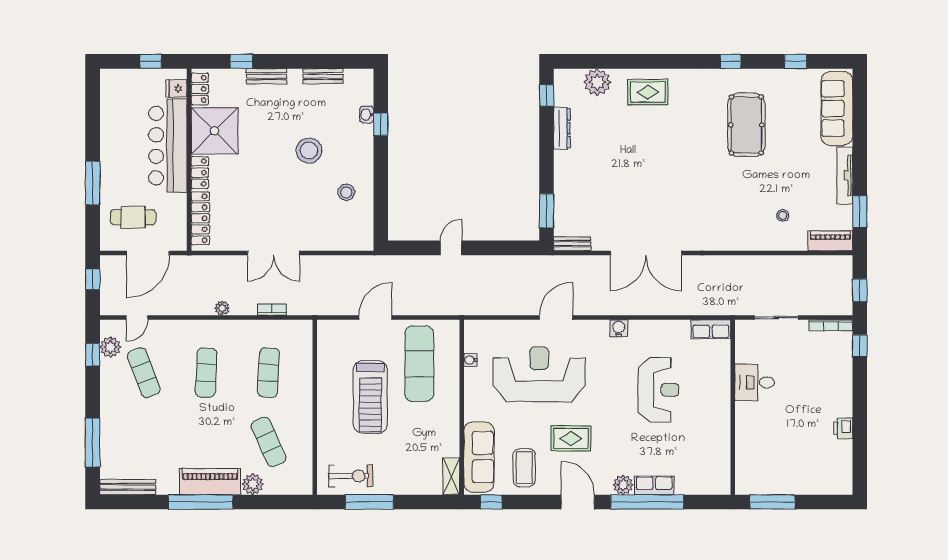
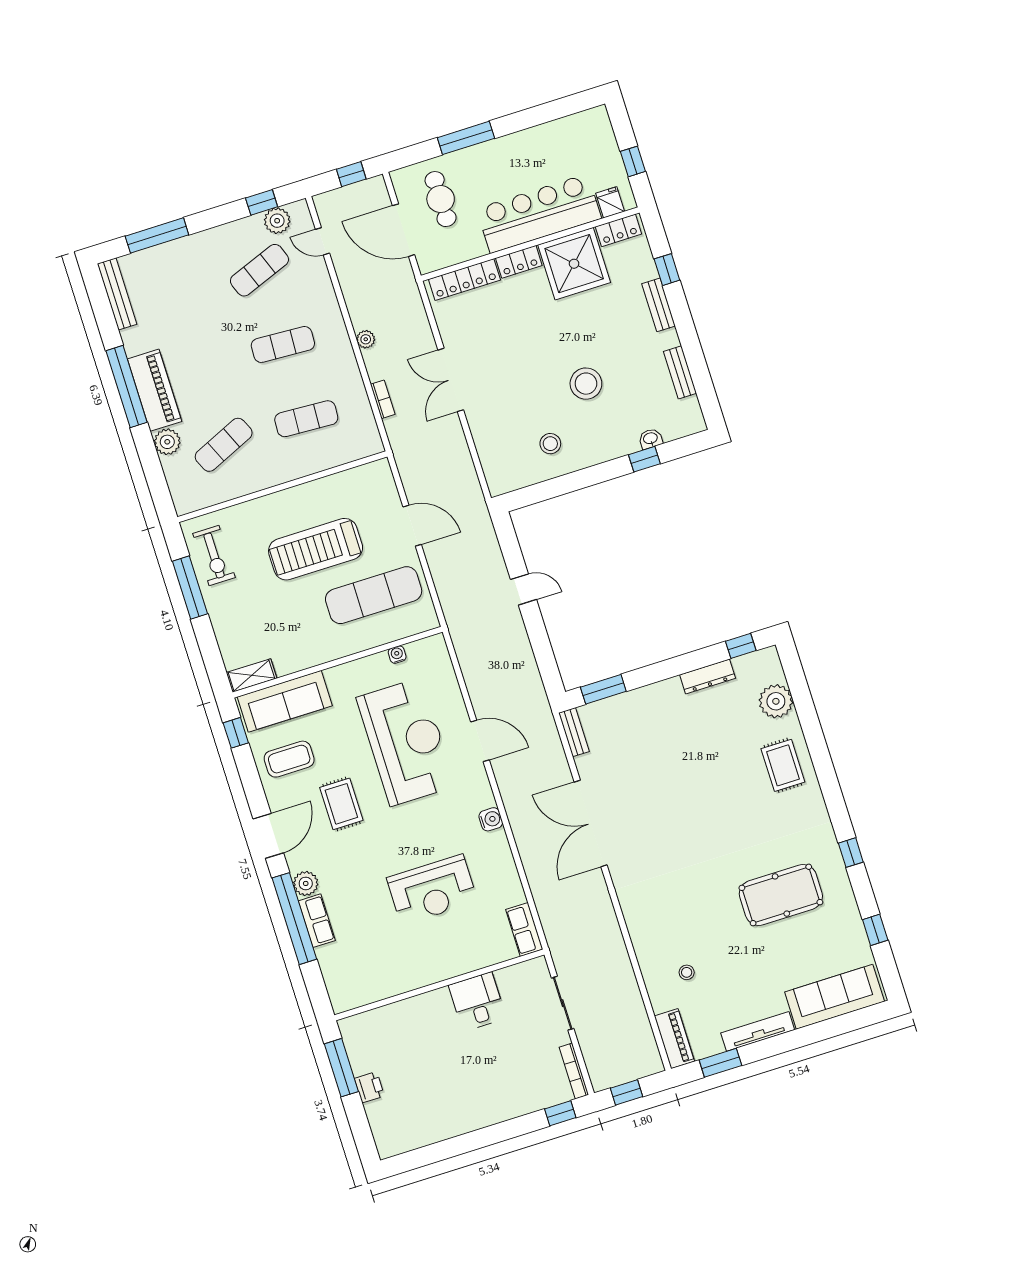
printer: (843, 428) -> (369, 1087), moved, turned 90

